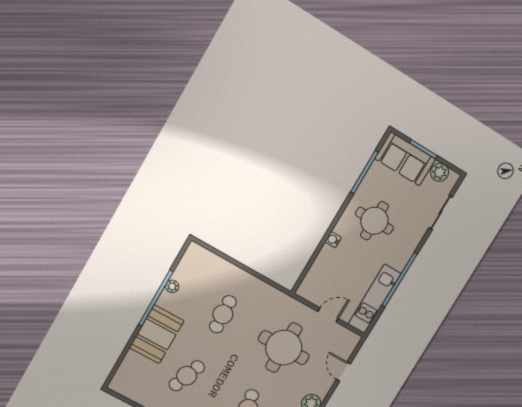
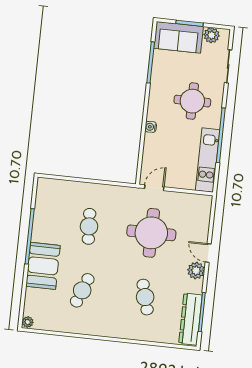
round table: (374, 221) -> (192, 101), moved
plant: (172, 286) -> (28, 322), moved
door: (328, 315) -> (154, 188), moved
door: (343, 372) -> (208, 253), moved

